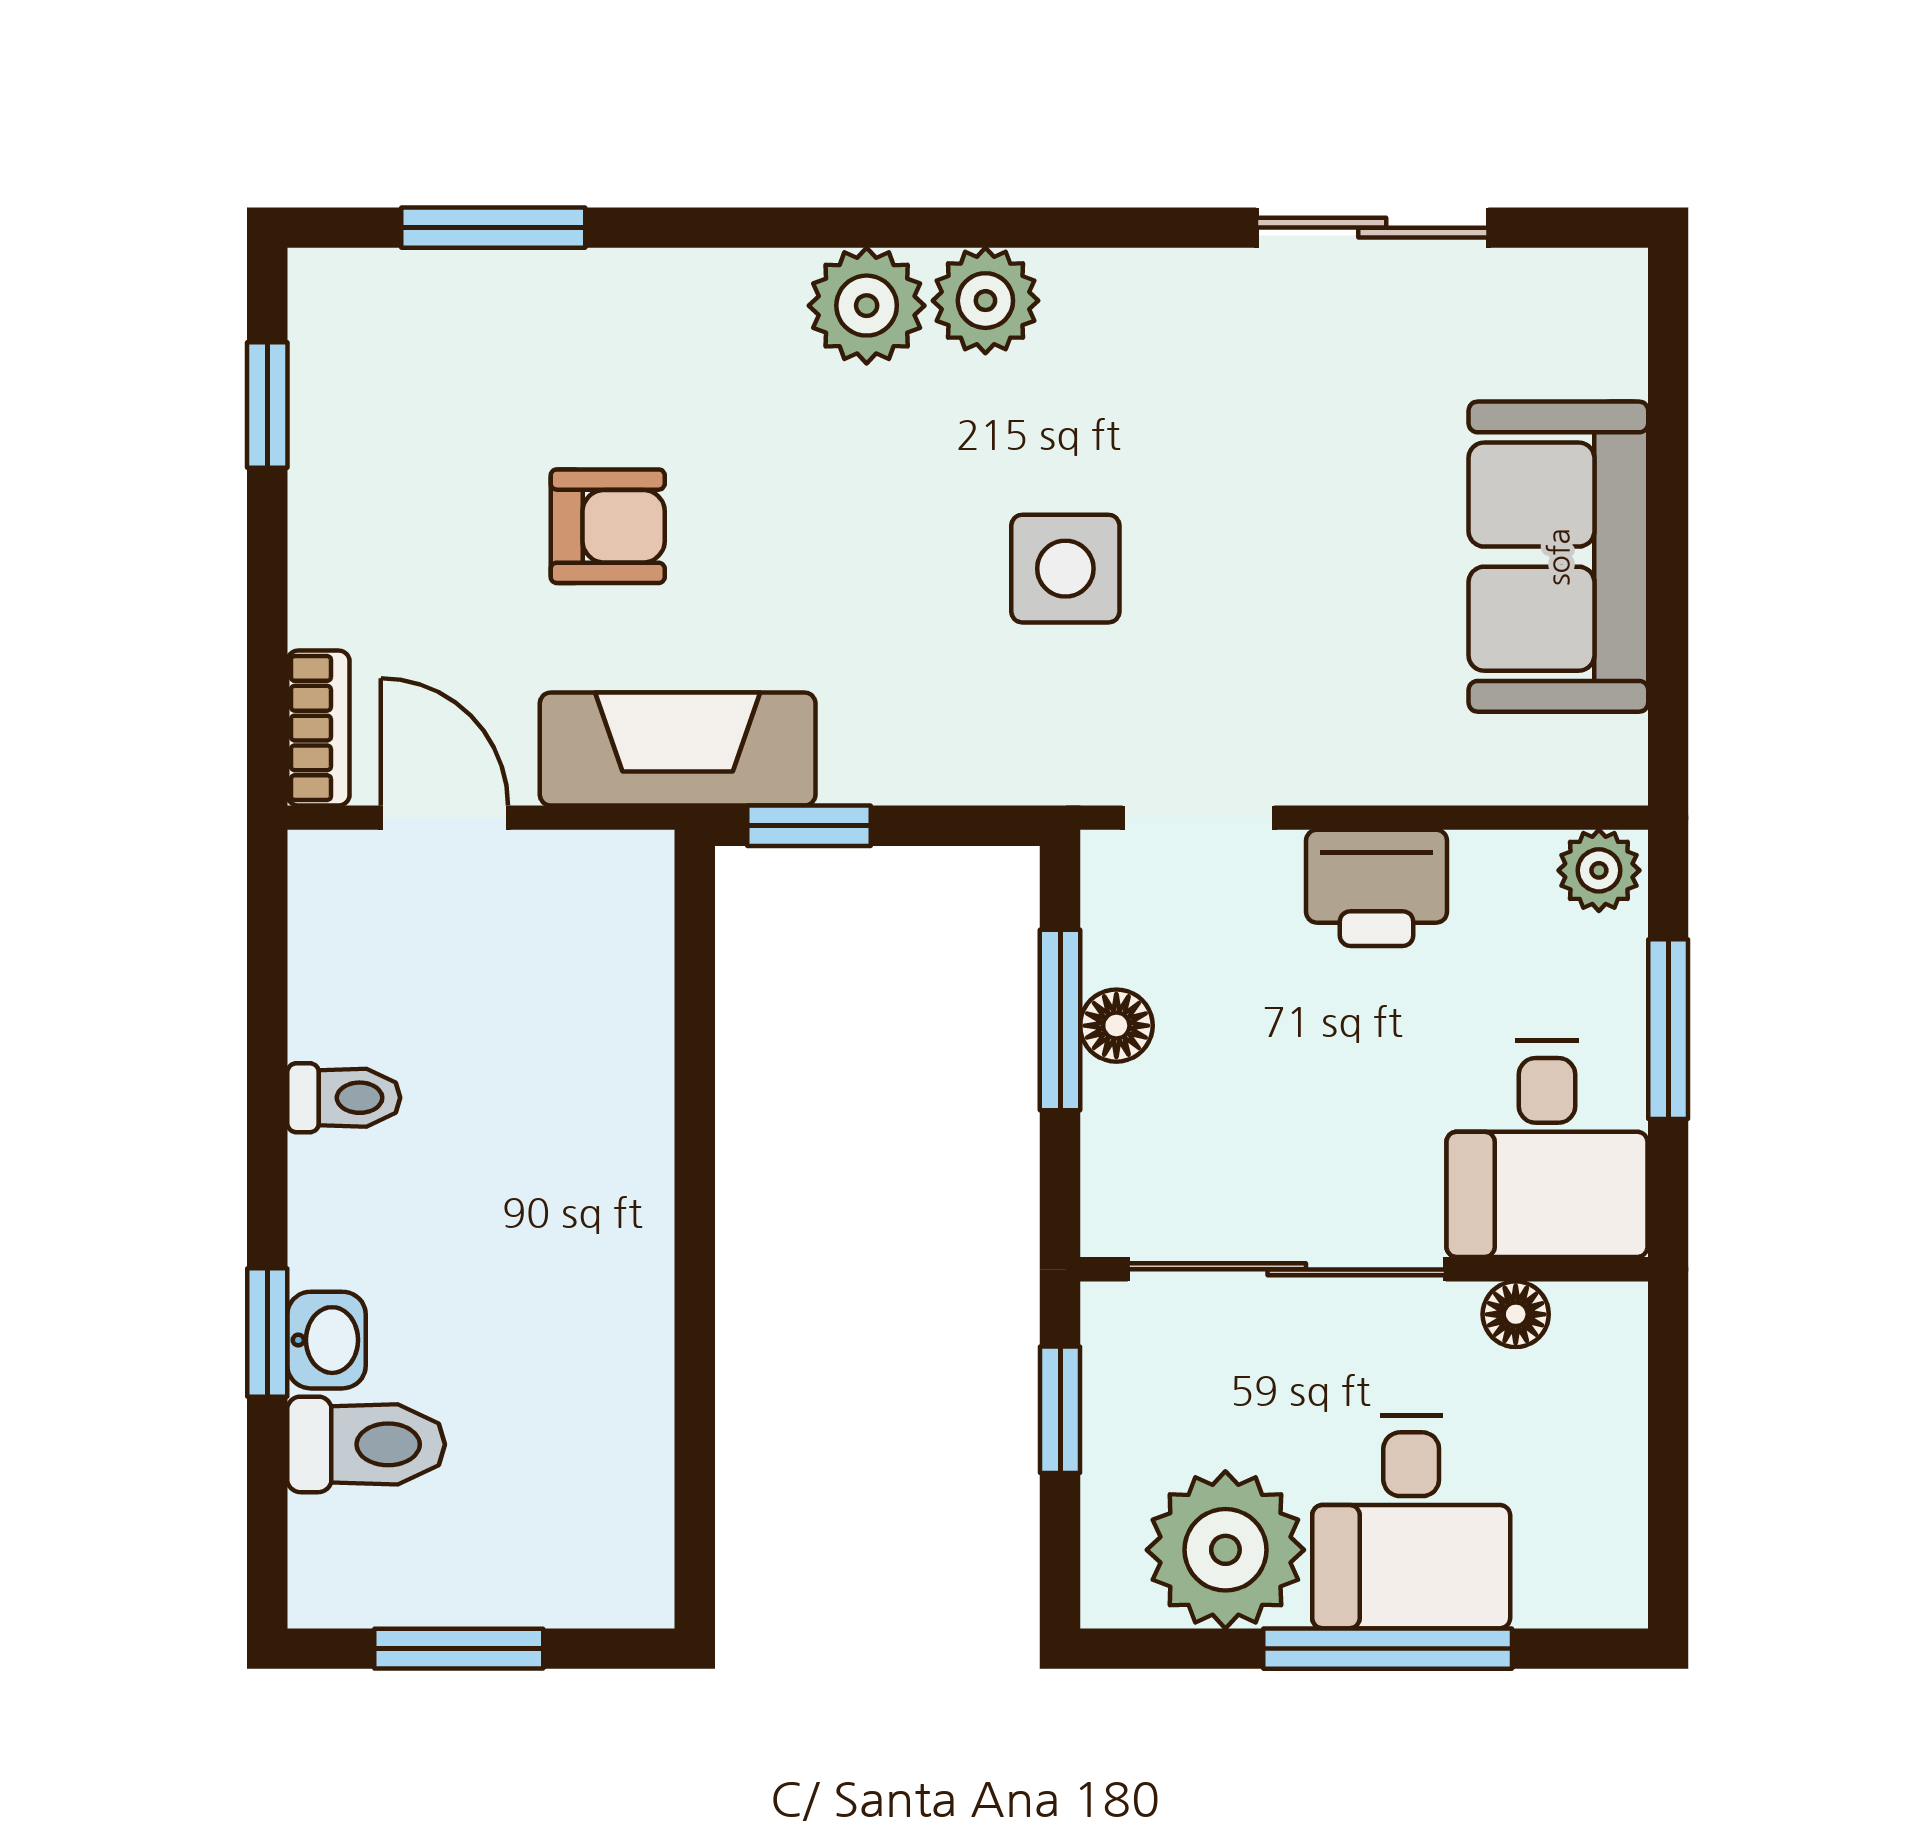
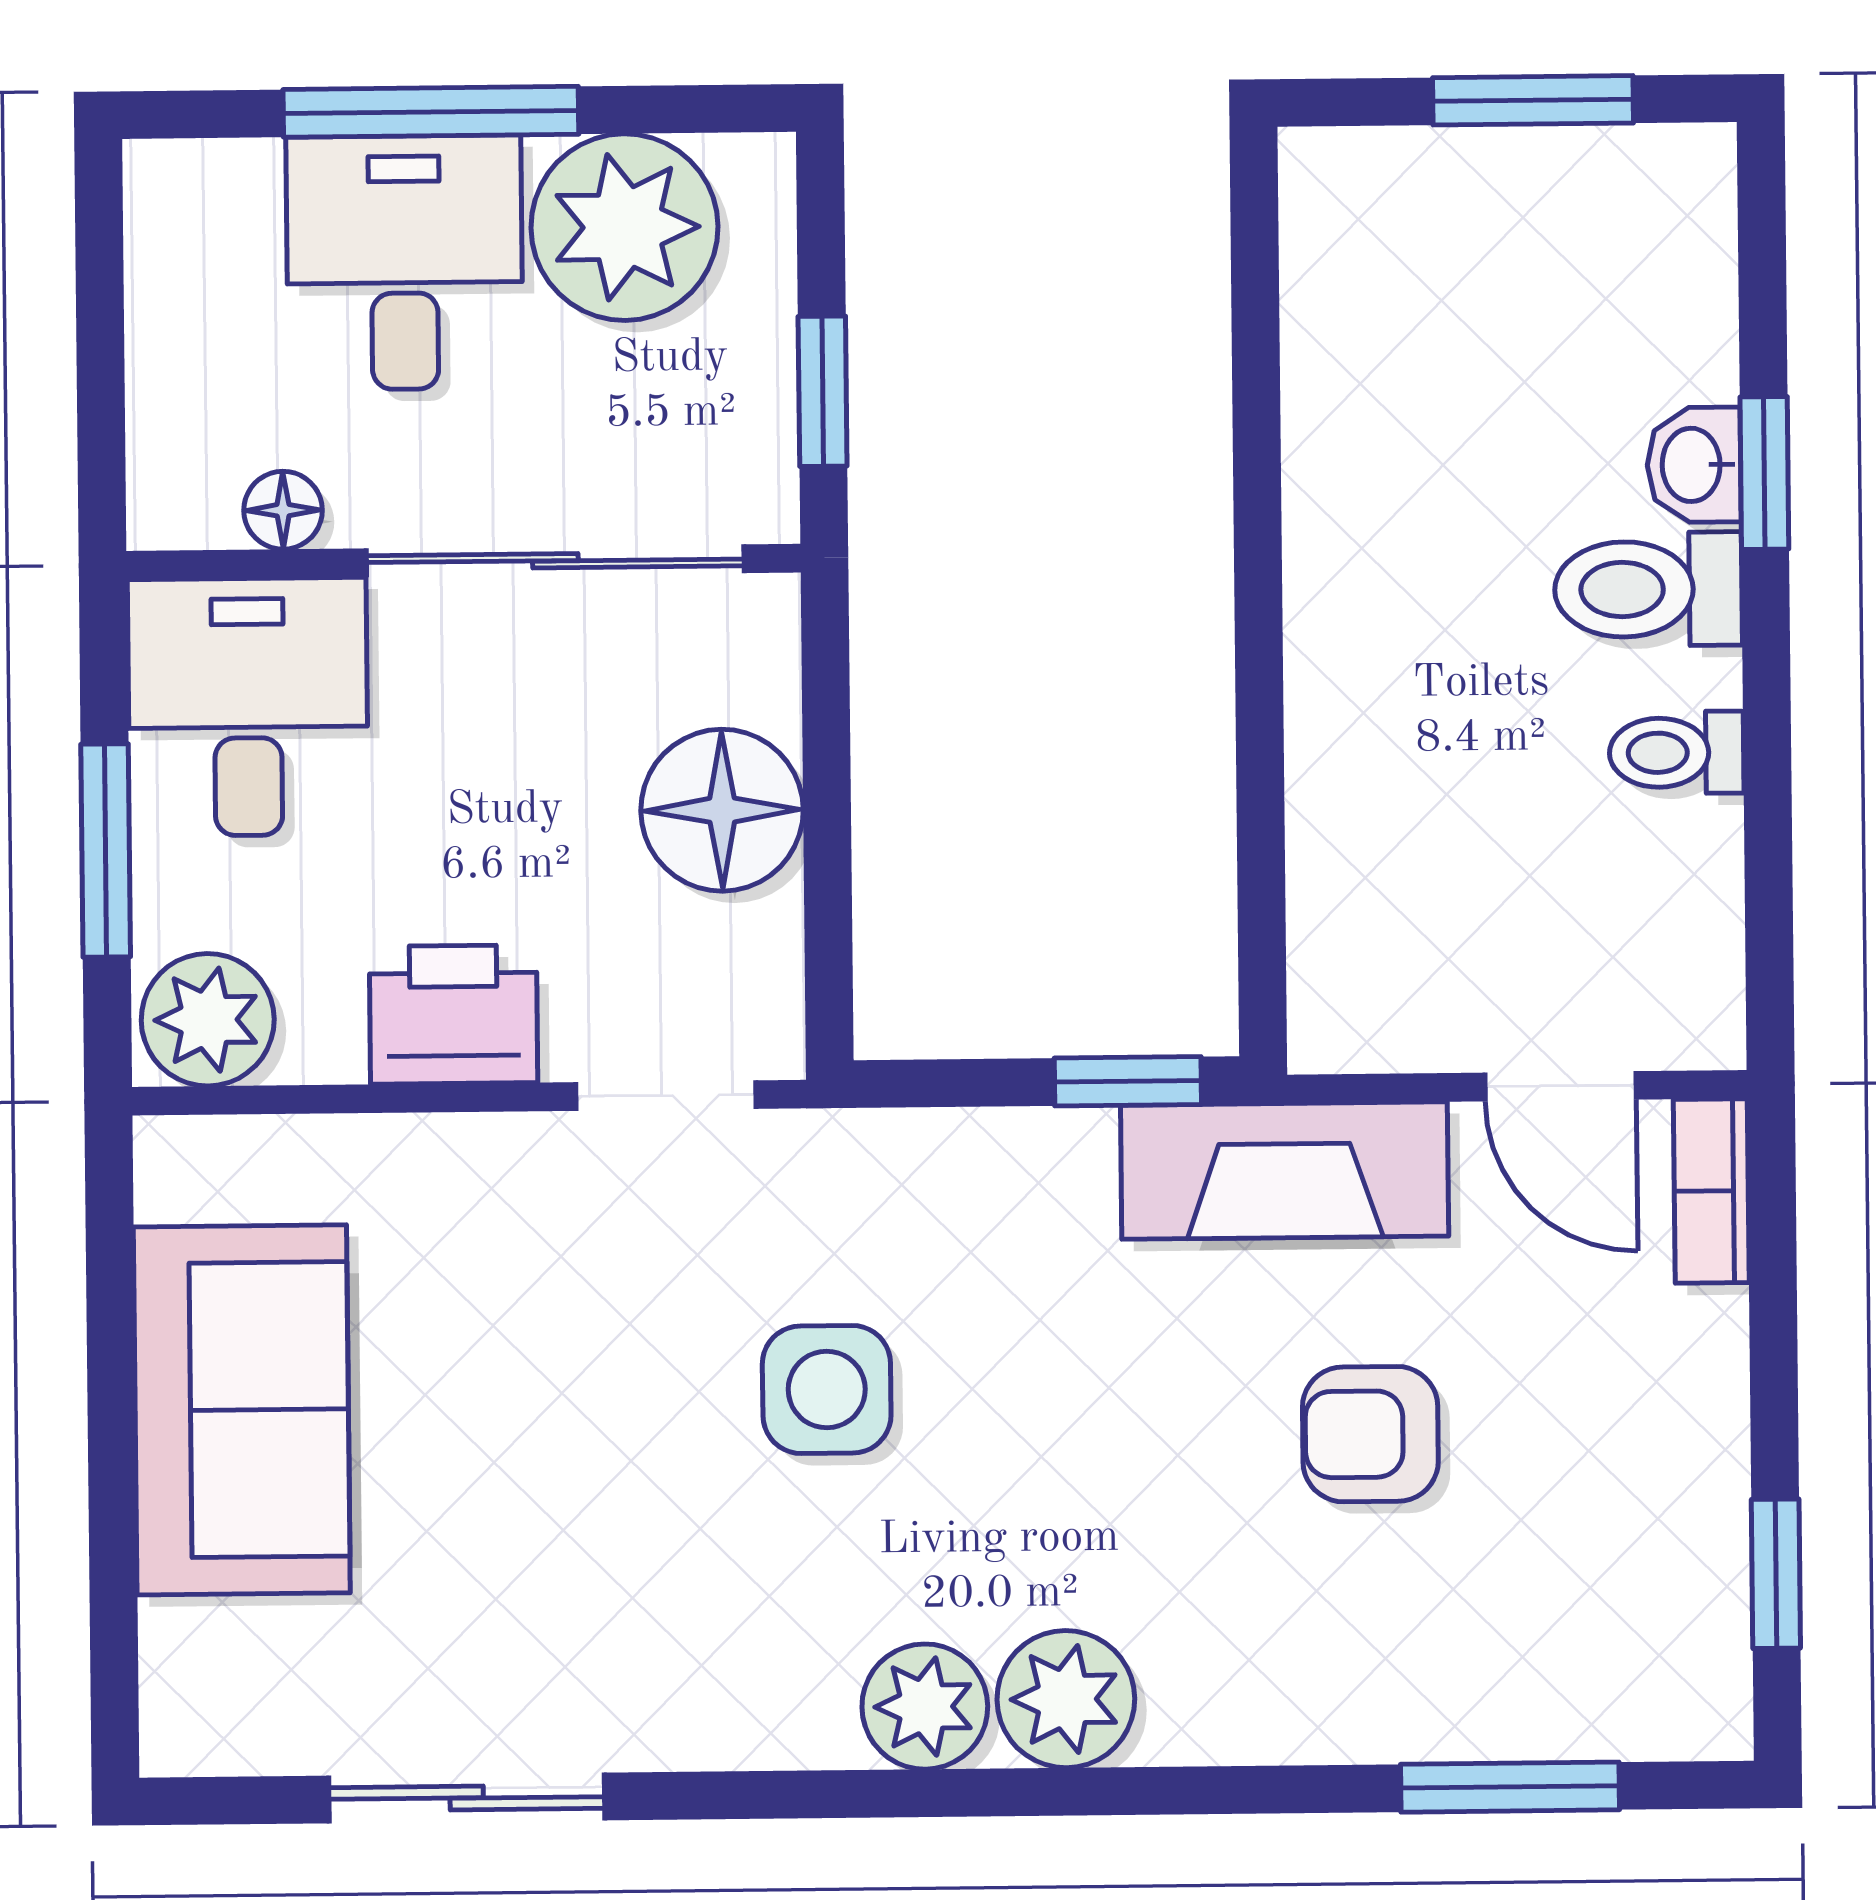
plant: (1599, 870) -> (208, 1020), width x1.38, depth x1.38
window: (1060, 1020) -> (827, 854), removed
floor lamp: (1116, 1026) -> (722, 810), width x1.89, depth x1.89
toilet: (366, 1444) -> (1648, 589), moved

